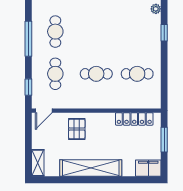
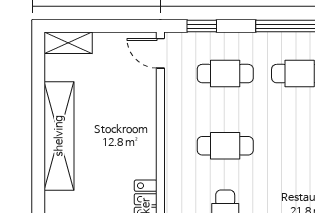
cafe table: (96, 74) -> (225, 146), turned 90
pallet: (77, 129) -> (128, 111), removed

